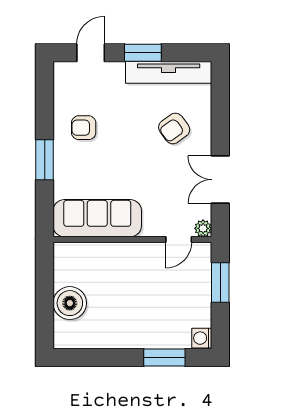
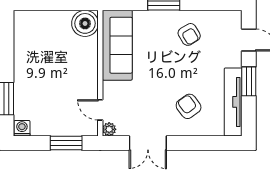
armchair: (84, 128) -> (189, 34), turned 149
double door: (220, 180) -> (148, 143), swing flipped
boiler: (70, 303) -> (85, 23), moved

